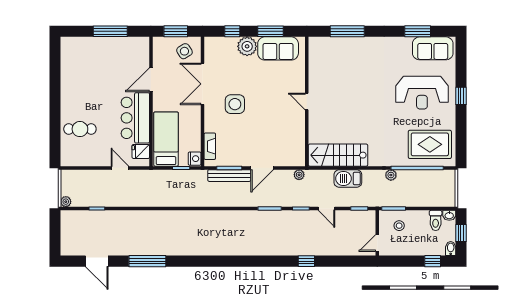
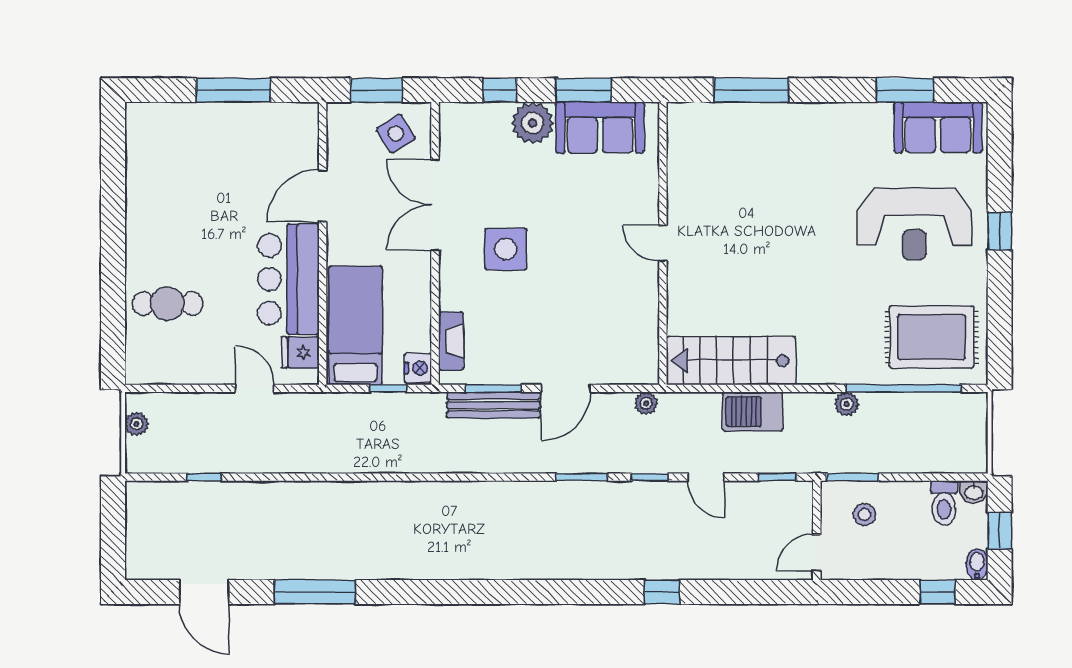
plant: (66, 202) -> (136, 424), moved

